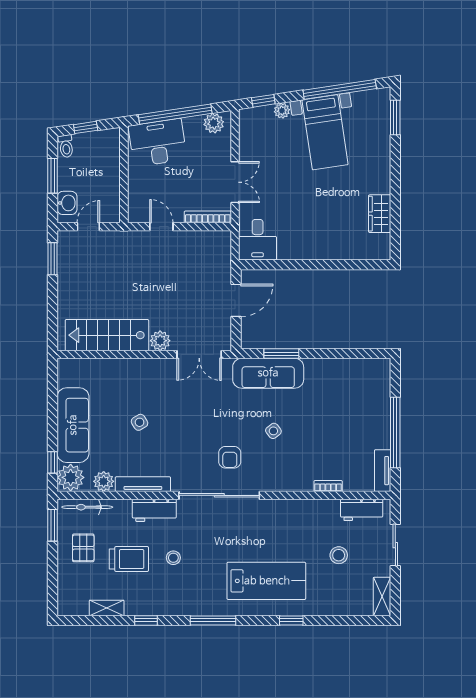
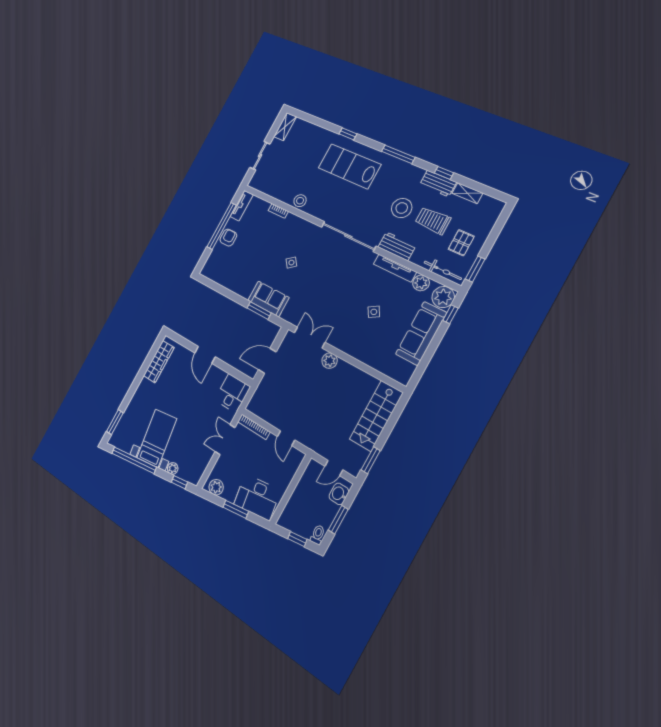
window: (175, 114) -> (236, 509), width x0.47
wardrobe: (380, 214) -> (159, 362), width x1.50
door: (321, 265) -> (205, 355), added
stairs: (107, 335) -> (376, 416), moved, turned 90
sofa: (268, 373) -> (268, 299), width x0.73
armchair: (230, 457) -> (228, 238), moved
workbench: (362, 510) -> (438, 183), moved, turned 180
stool: (339, 555) -> (300, 201), moved
stool: (173, 558) -> (402, 208), width x1.89, depth x1.89

